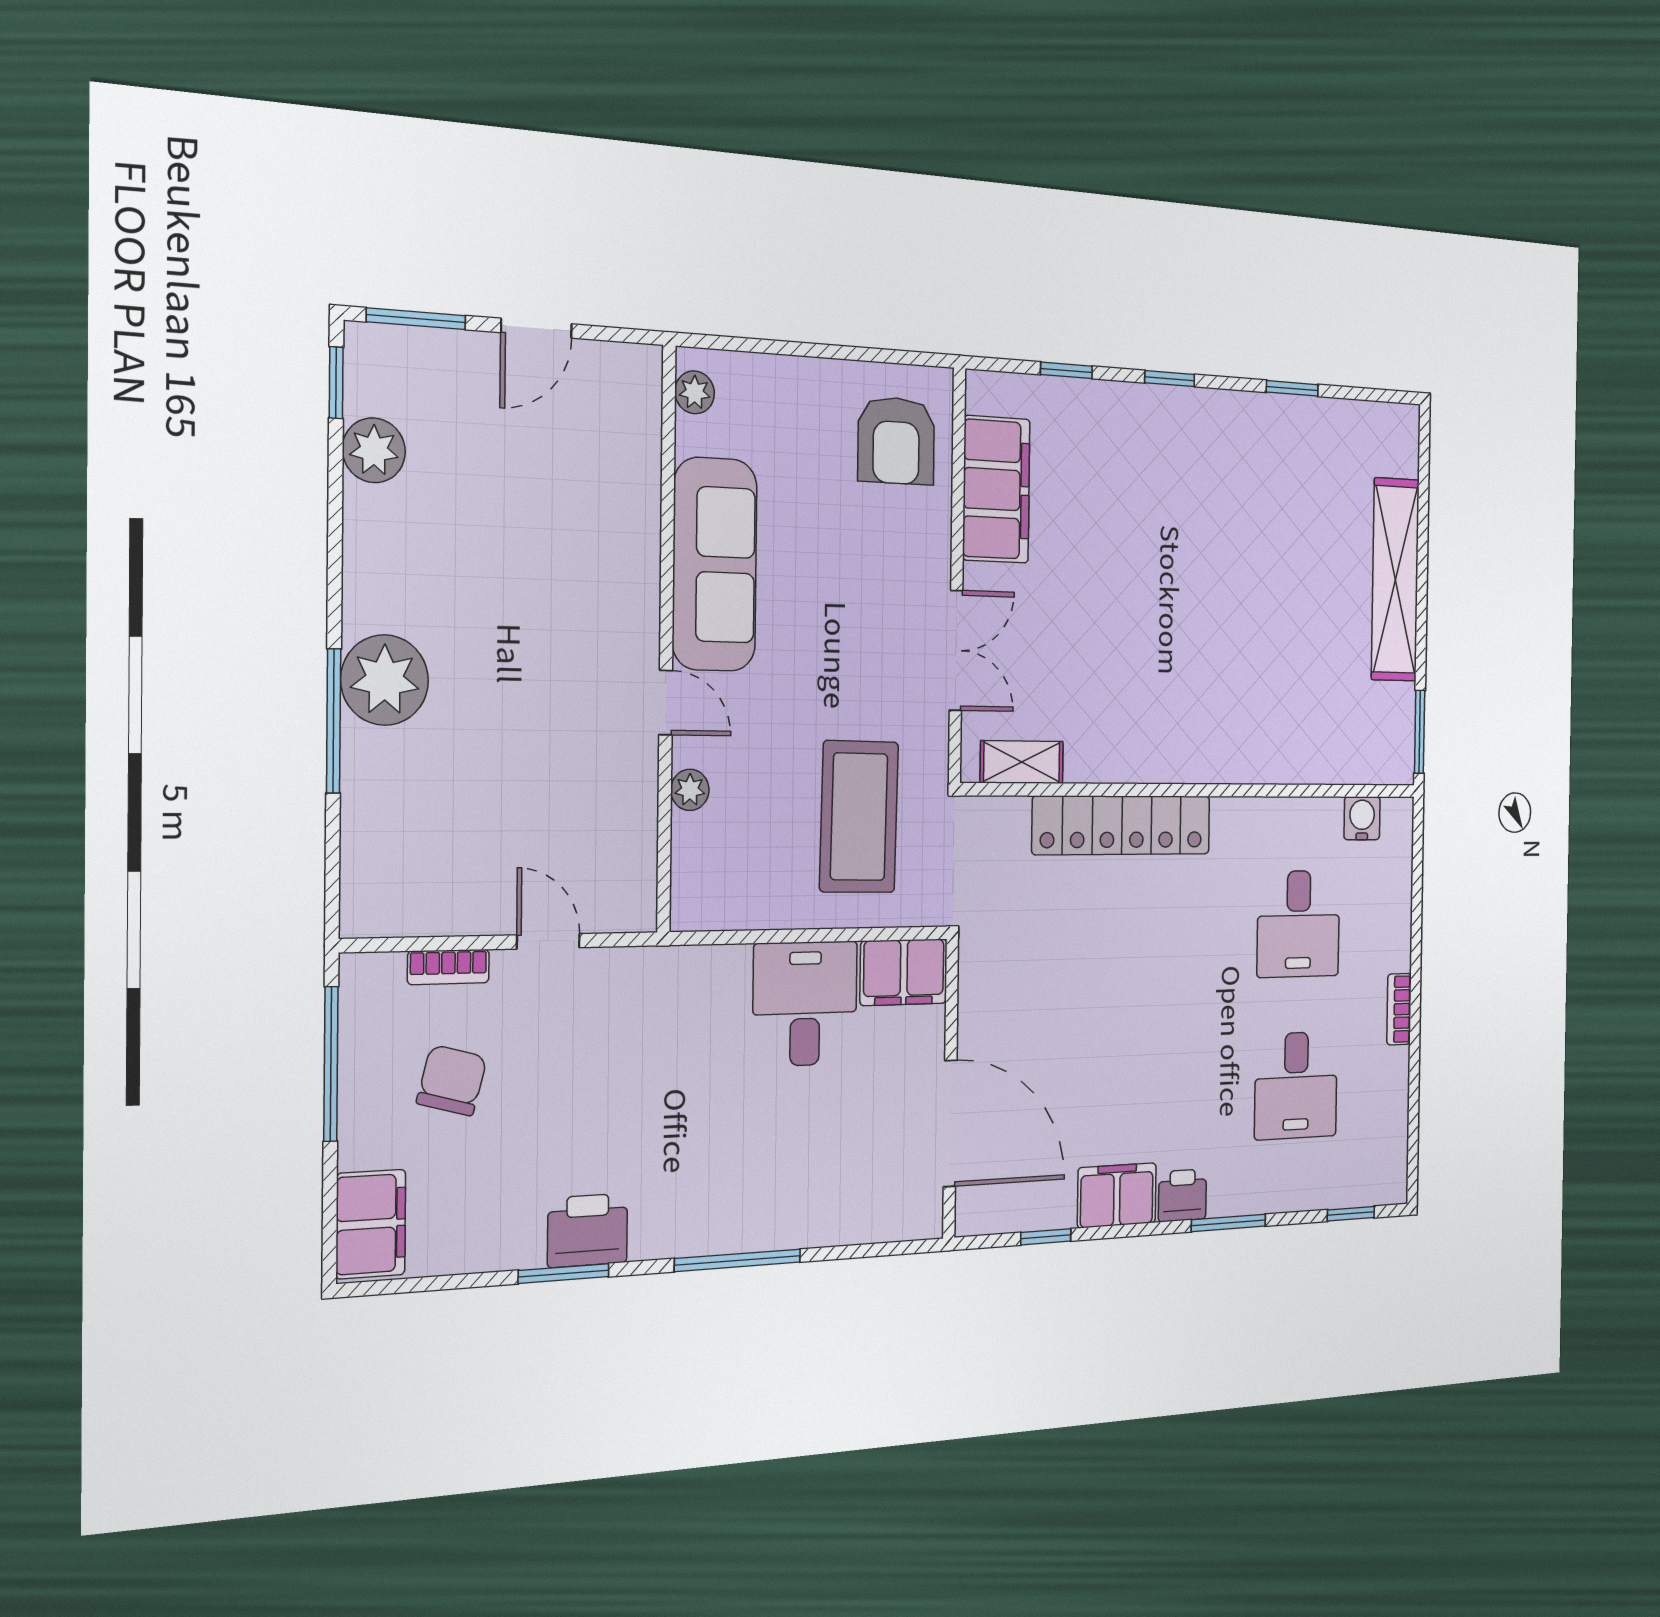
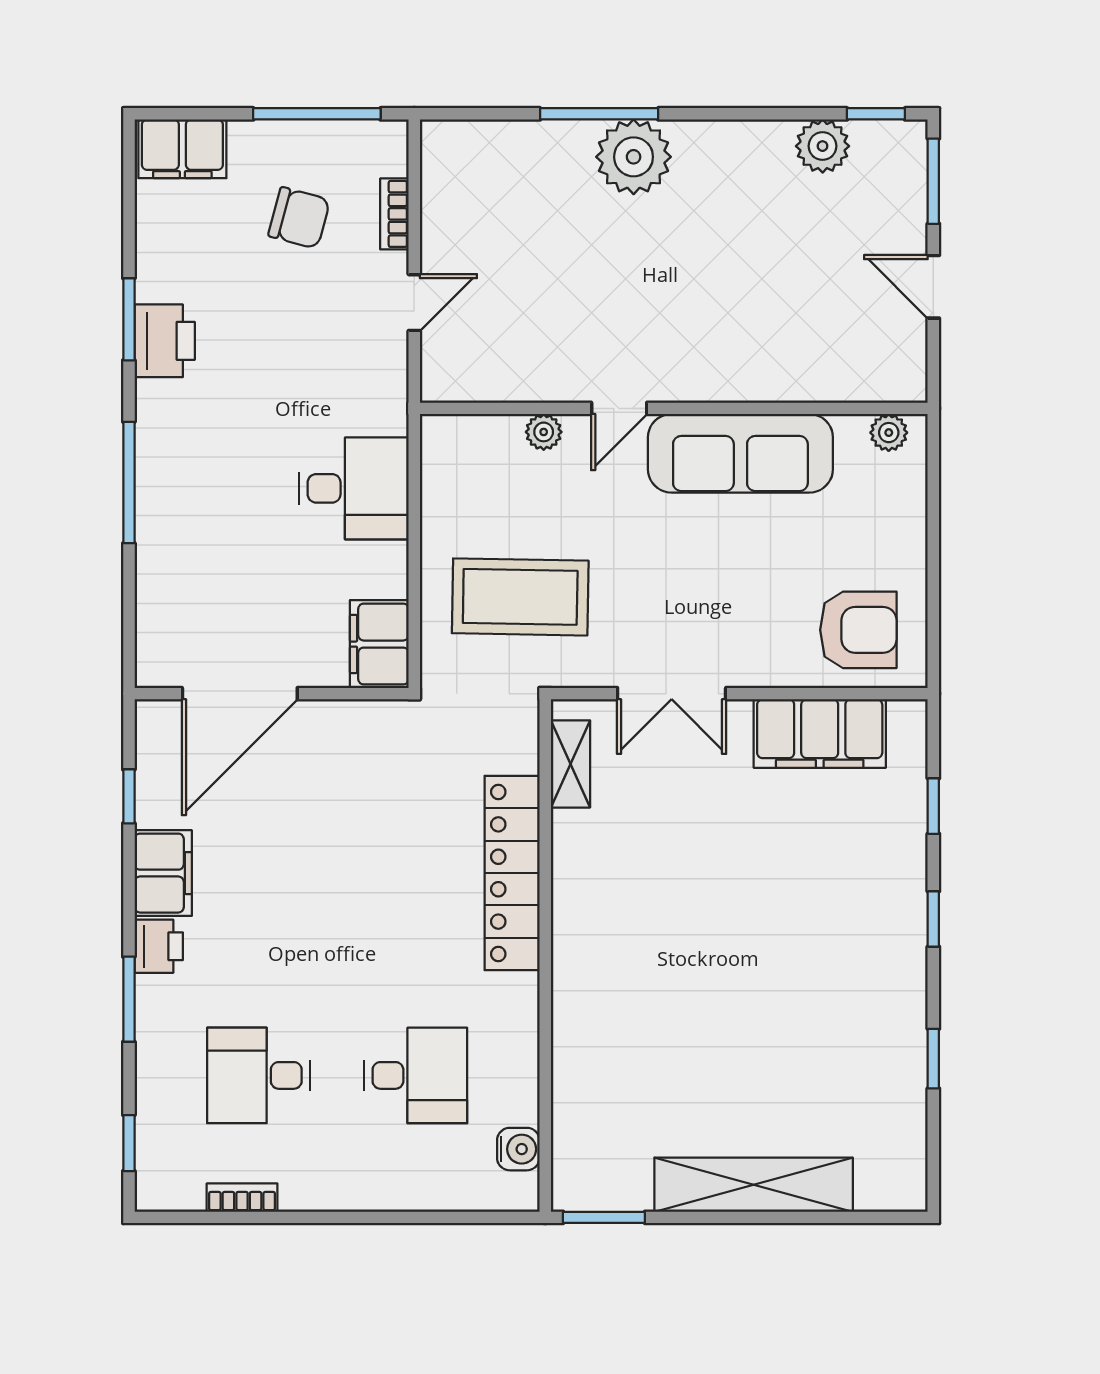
armchair: (896, 441) -> (858, 630), turned 180
desk: (1298, 924) -> (416, 1075), turned 180
desk: (805, 1004) -> (354, 488), moved
bookcase: (1399, 1009) -> (242, 1198), moved

